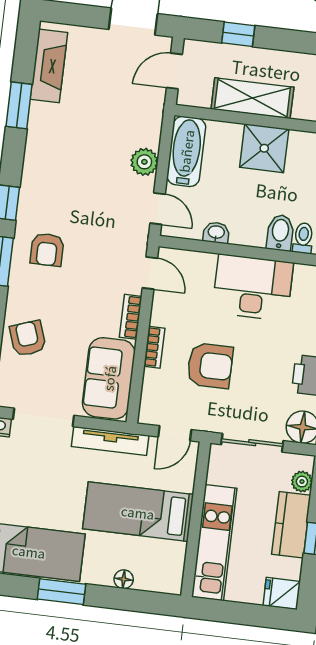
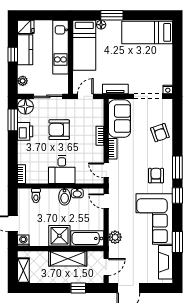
bathtub: (186, 151) -> (87, 238), moved, turned 90
corner sofa: (61, 159) -> (154, 219), added
plant: (144, 162) -> (115, 237), moved
bidet: (280, 233) -> (65, 197), moved
desk: (253, 287) -> (62, 169), width x0.73
armchair: (210, 366) -> (59, 130), moved
tv unit: (110, 441) -> (115, 89), width x0.71
bed: (138, 512) -> (84, 45), moved, turned 90
kitchen counter: (291, 525) -> (25, 50), moved
window: (62, 592) -> (112, 15), moved

